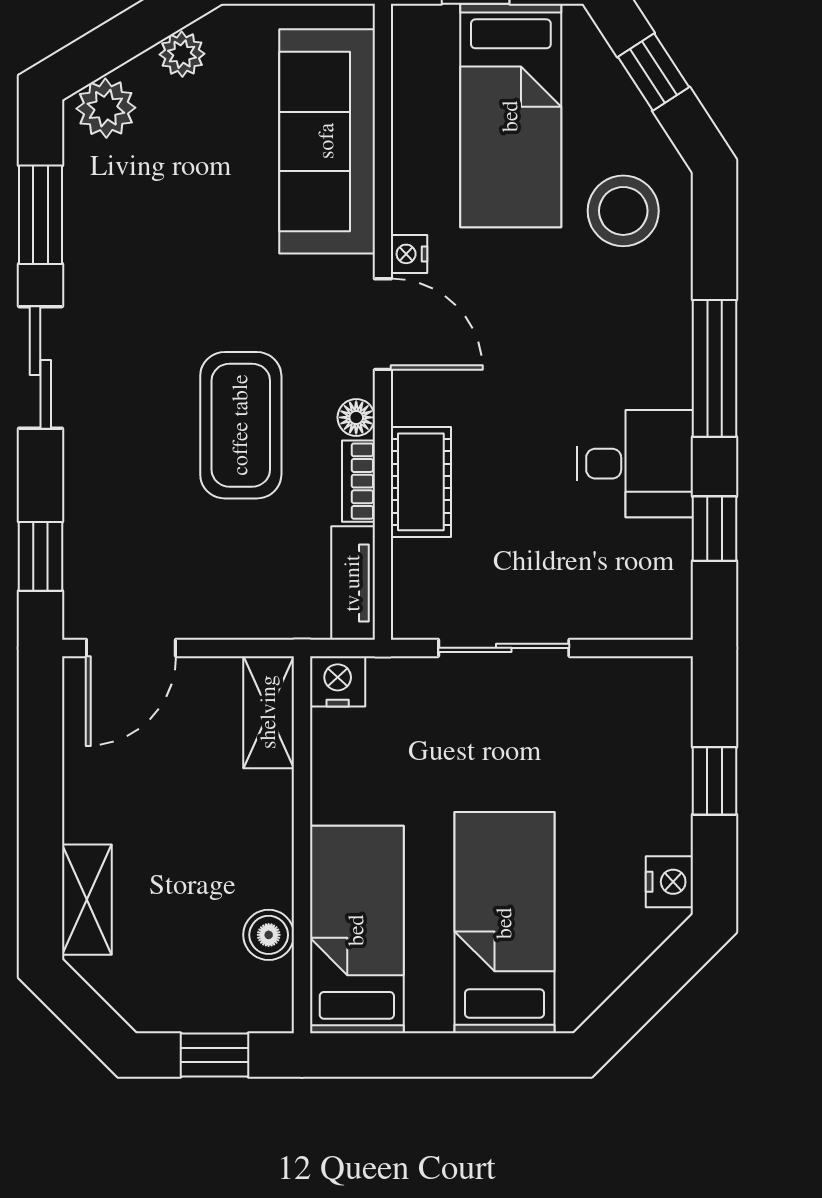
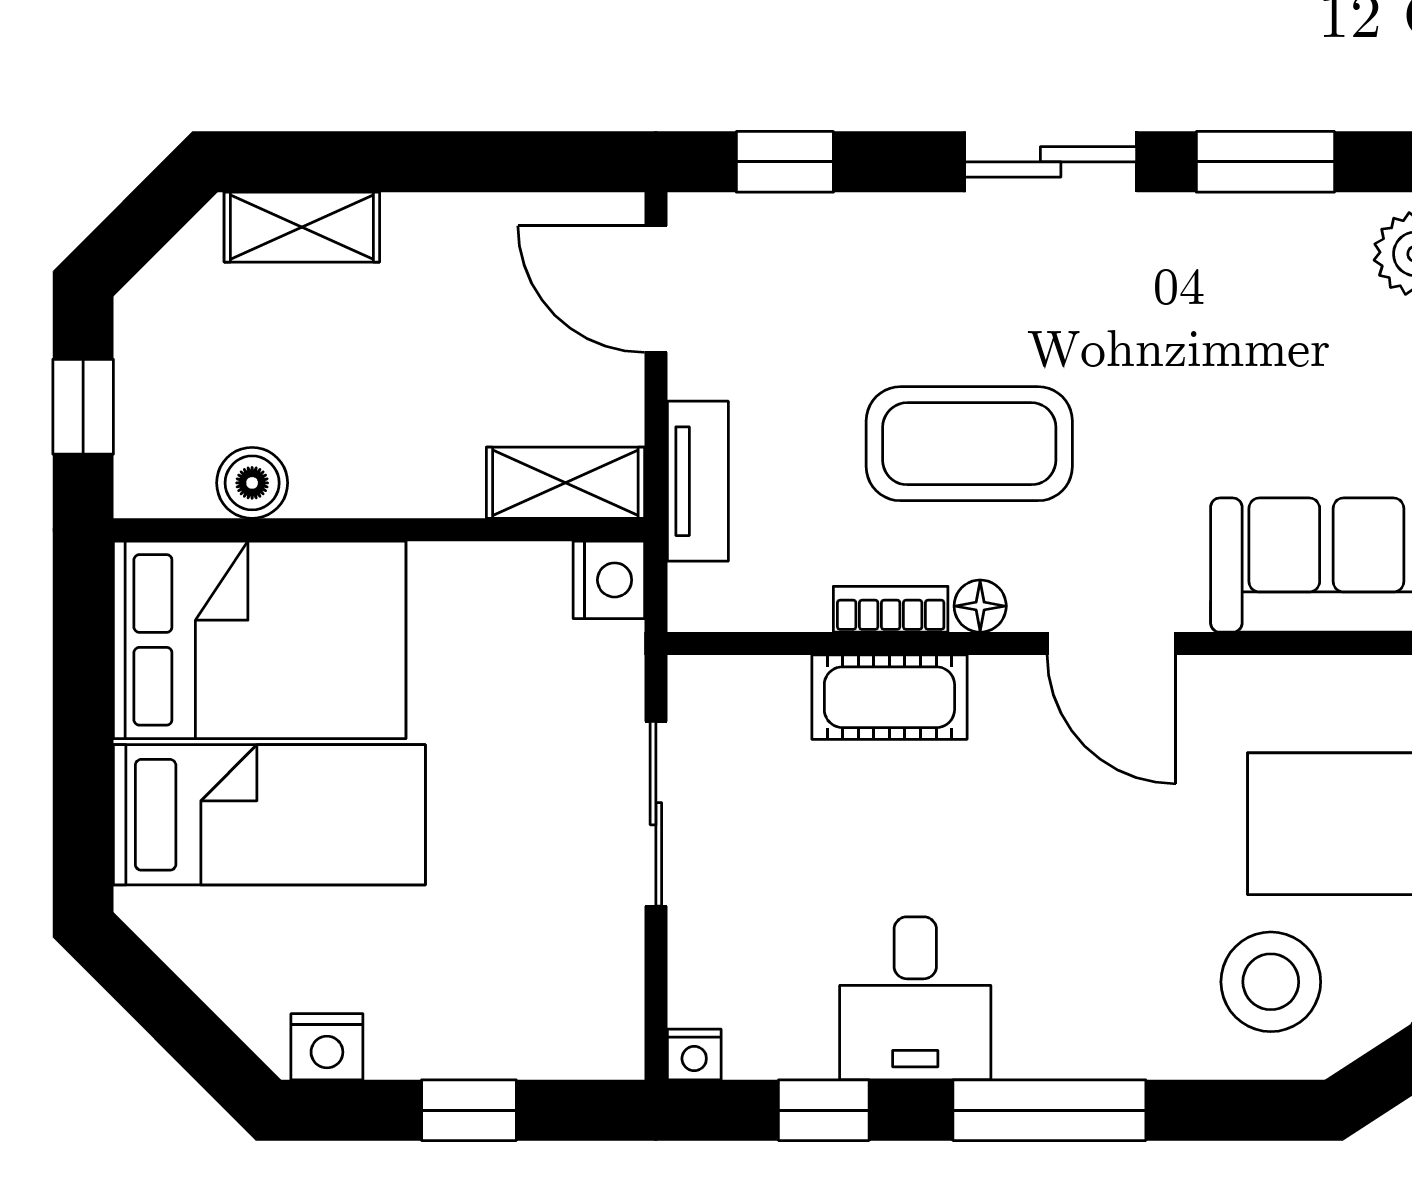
nightstand: (409, 254) -> (694, 1054), moved, turned 180
door: (383, 324) -> (1111, 644), hinge flipped
tv unit: (353, 583) -> (698, 481), moved, turned 90
bed: (357, 930) -> (260, 640), width x1.50

